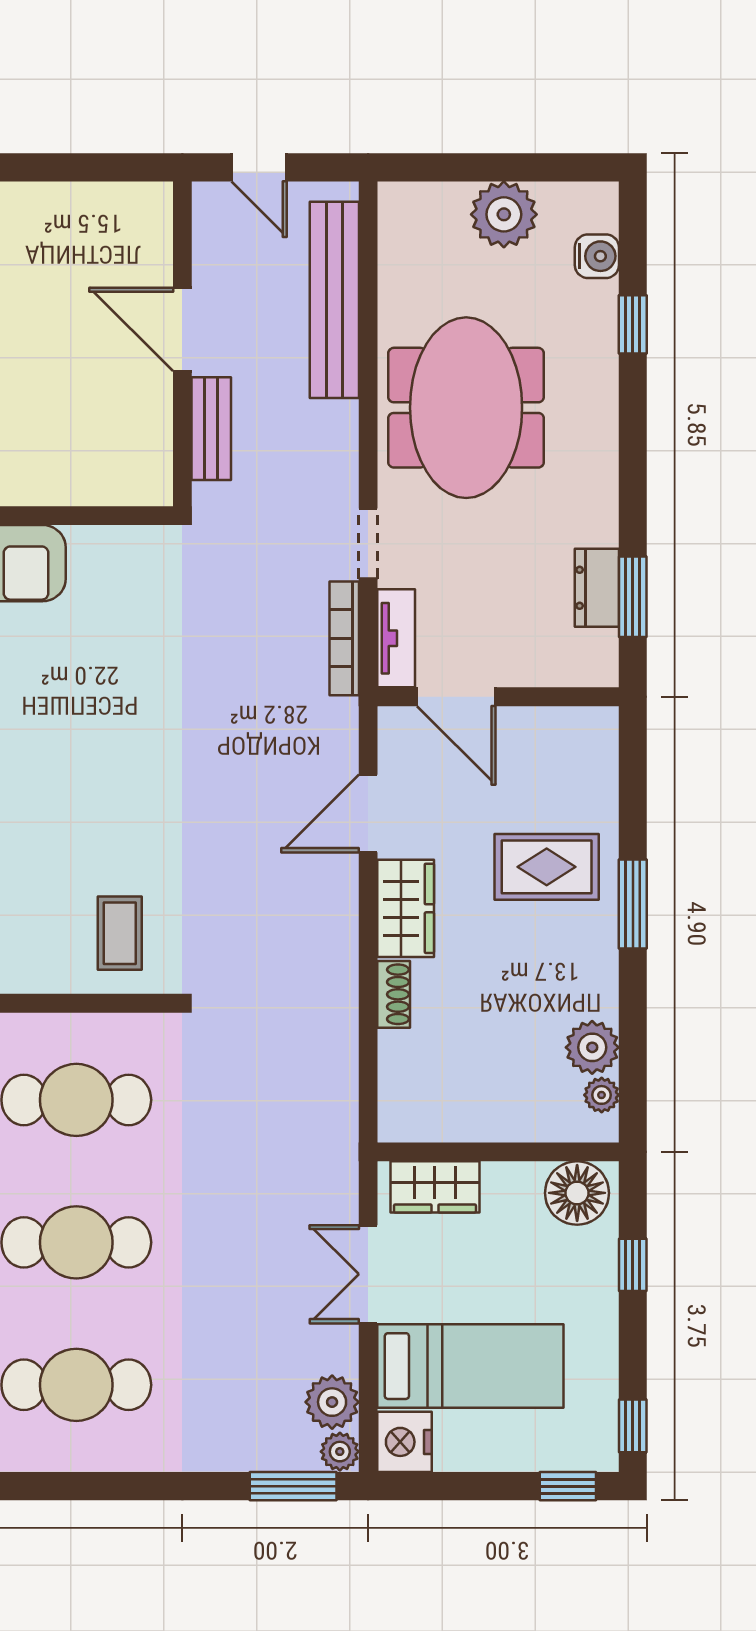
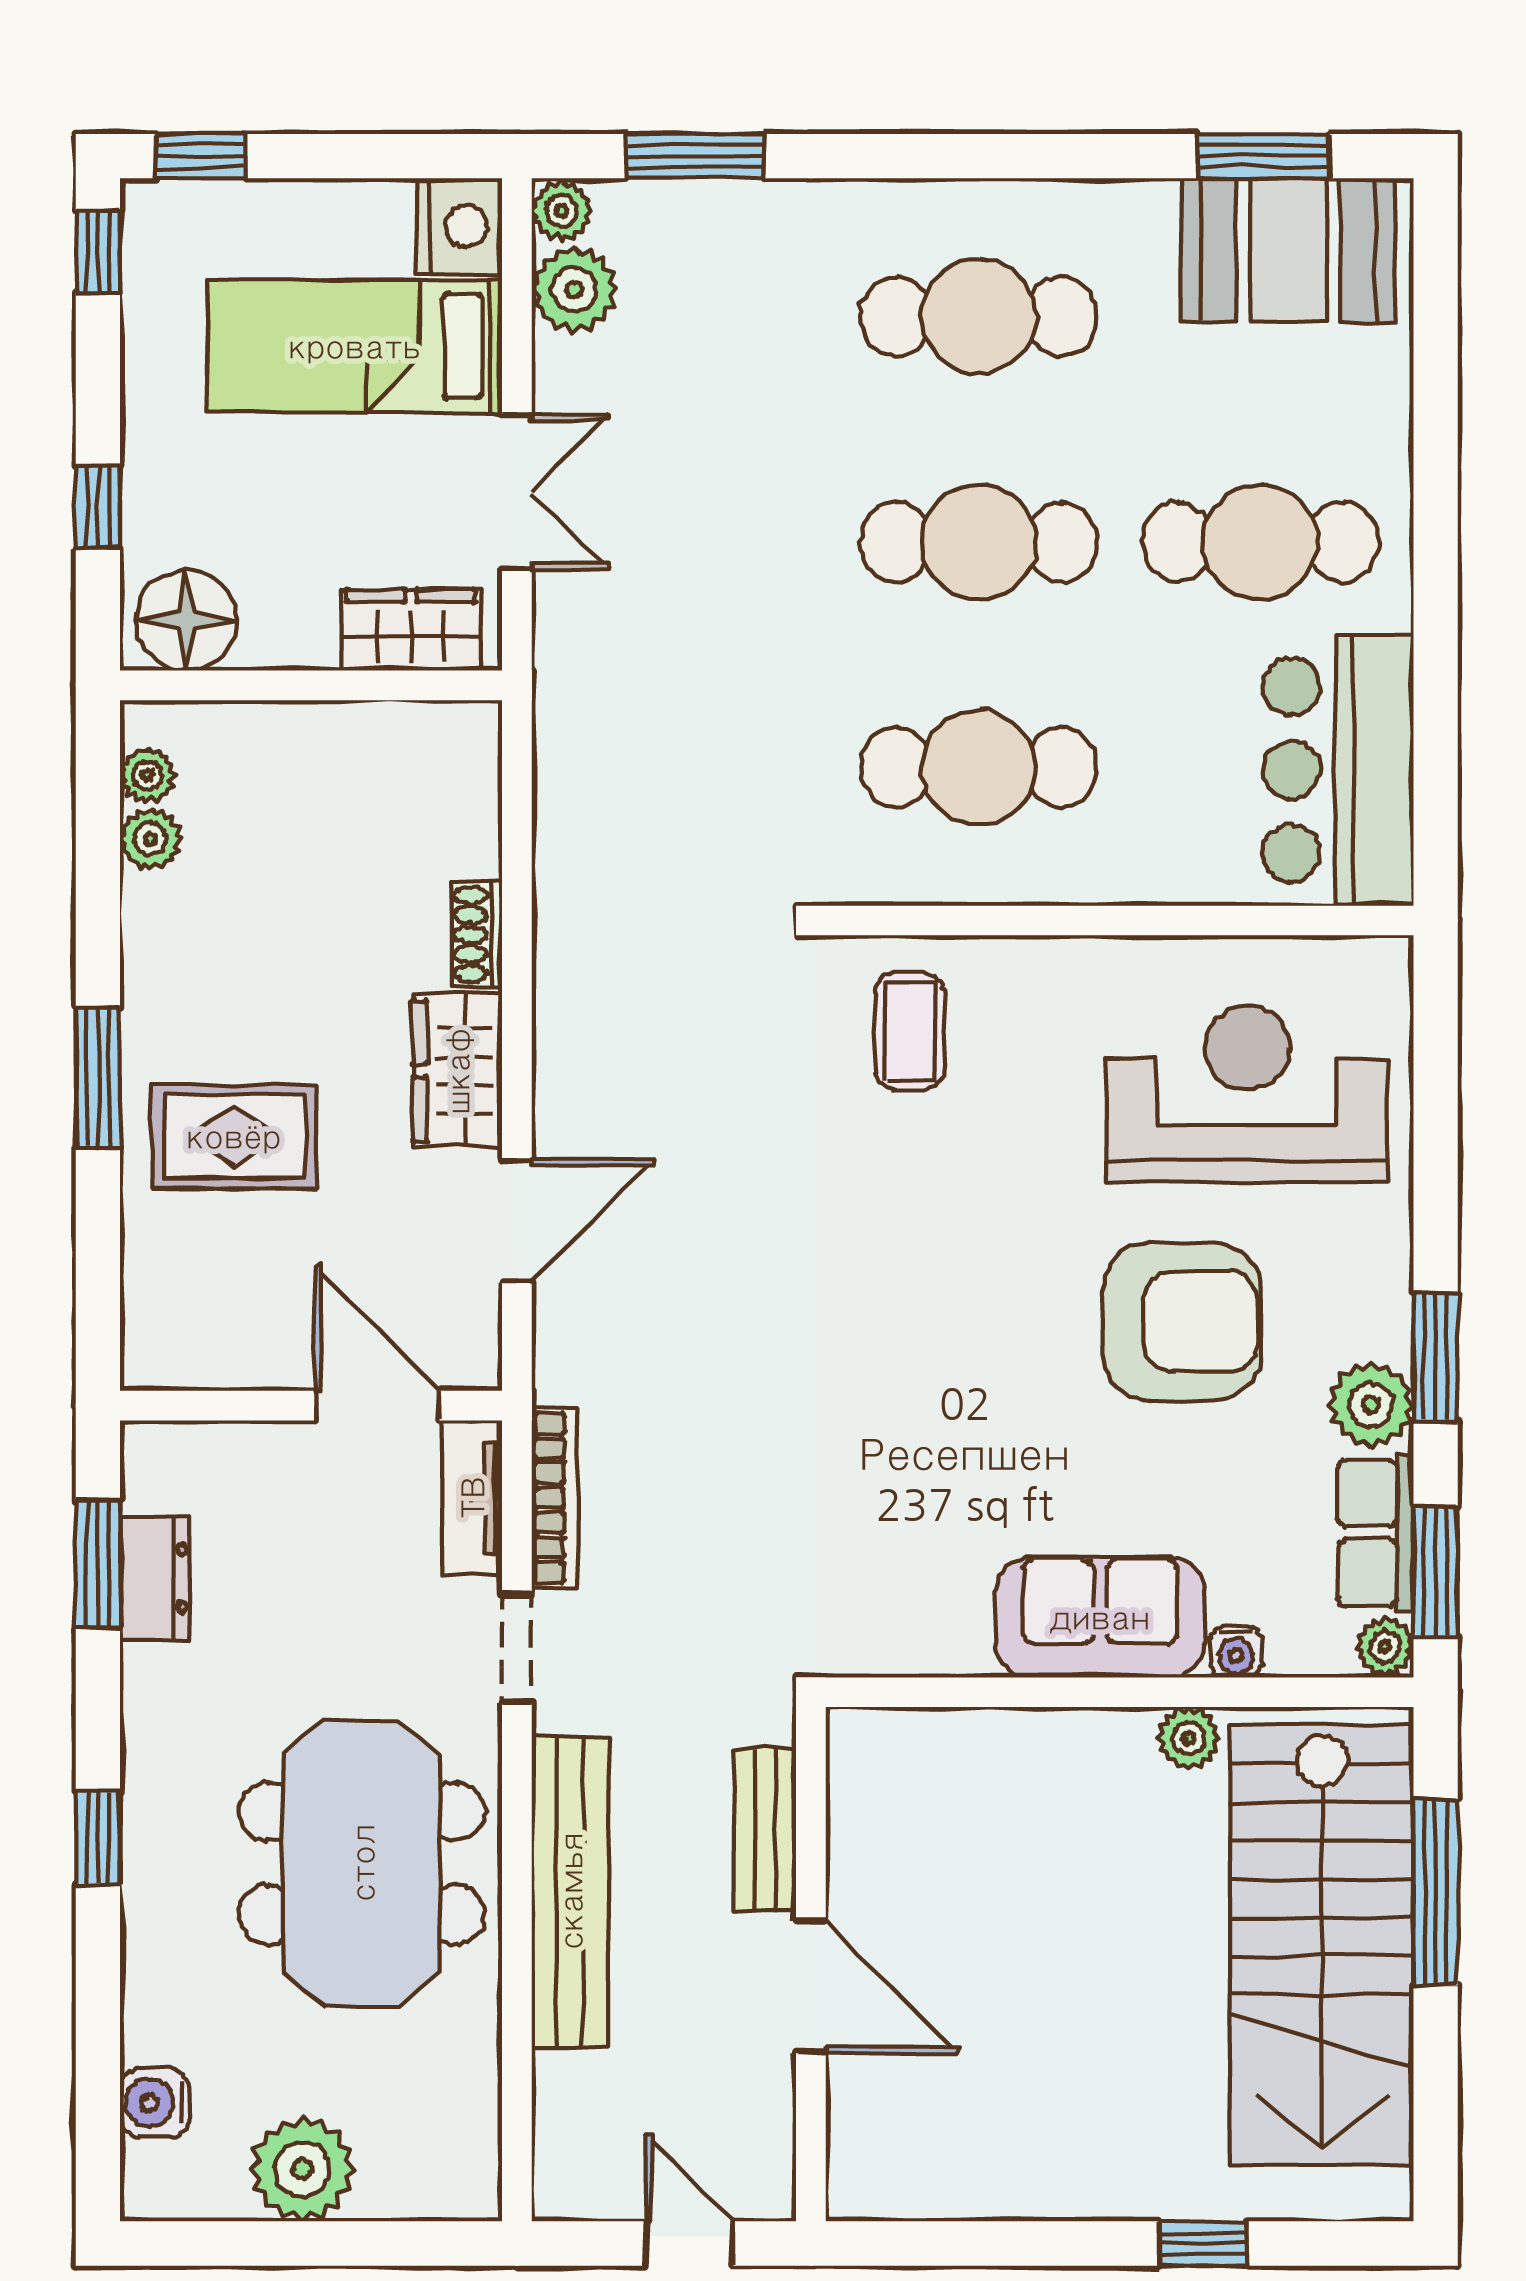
bench: (334, 300) -> (570, 1891), moved
window: (633, 324) -> (98, 1838), moved
plant: (592, 1047) -> (151, 839), width x0.73, depth x0.73
window: (293, 1486) -> (696, 156), moved

